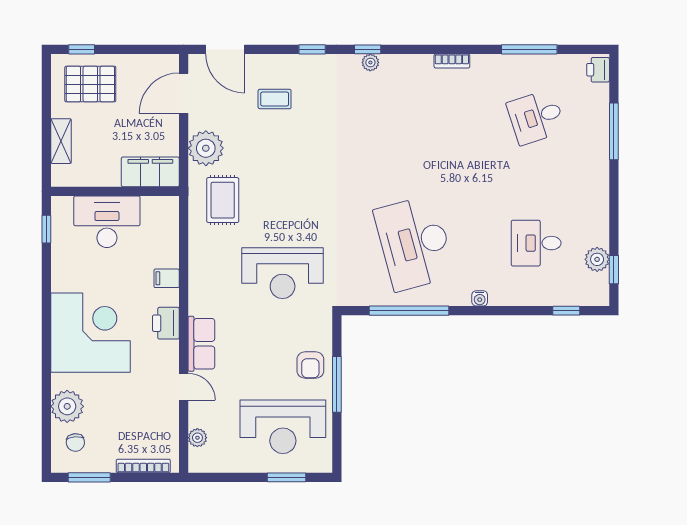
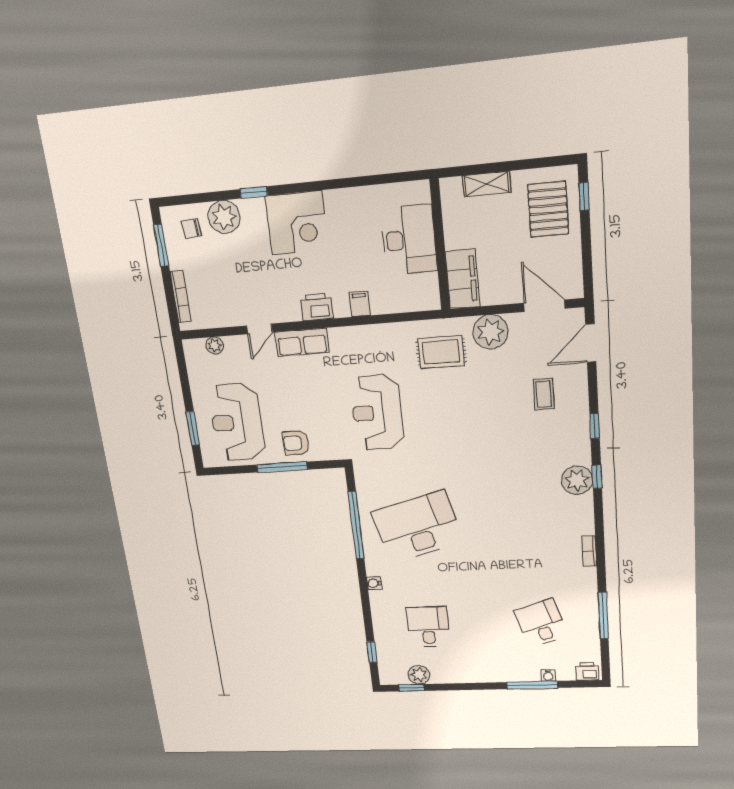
plant: (370, 62) -> (577, 480), width x1.87, depth x1.87
water cooler: (602, 113) -> (548, 675), added
window: (46, 229) -> (254, 192), moved
corner desk: (91, 333) -> (297, 223), width x0.74, depth x0.74

